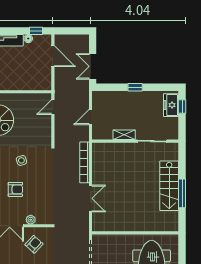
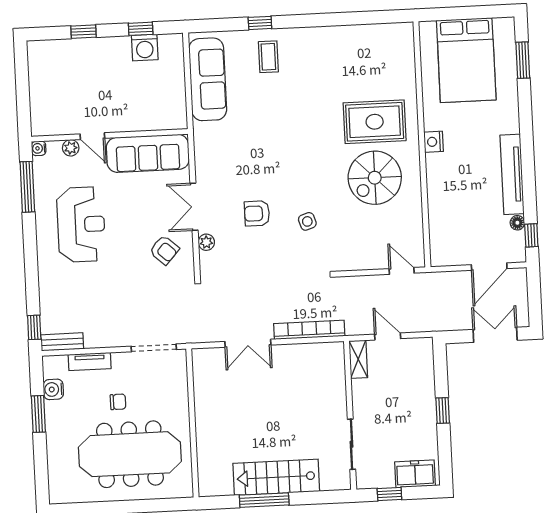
double door: (93, 66) -> (495, 335), moved
window: (182, 107) -> (389, 494), moved
shelving: (124, 135) -> (358, 359), moved
armchair: (15, 189) -> (257, 213), turned 90

